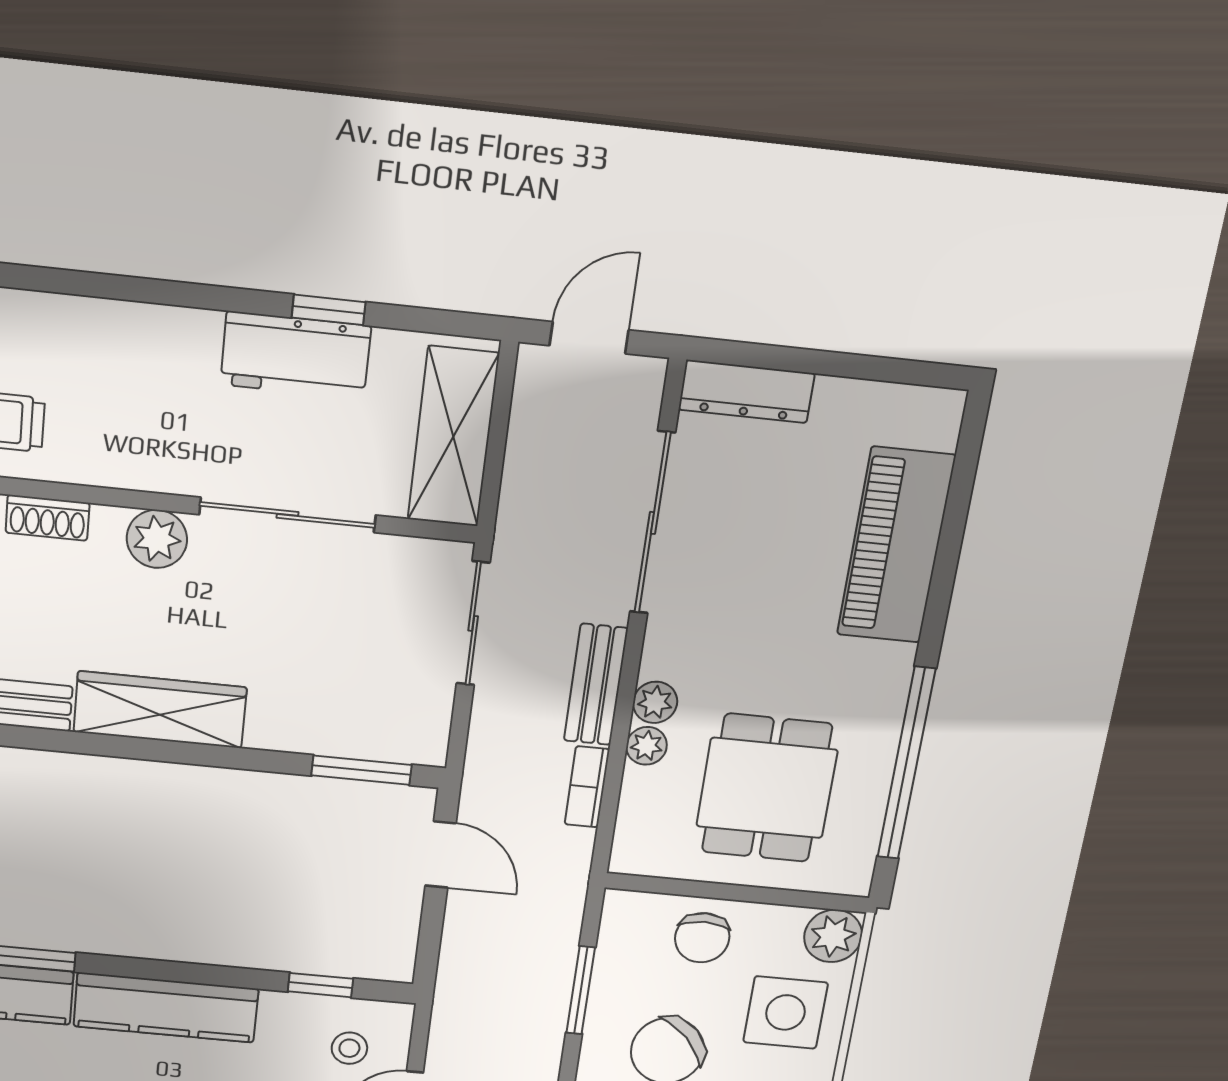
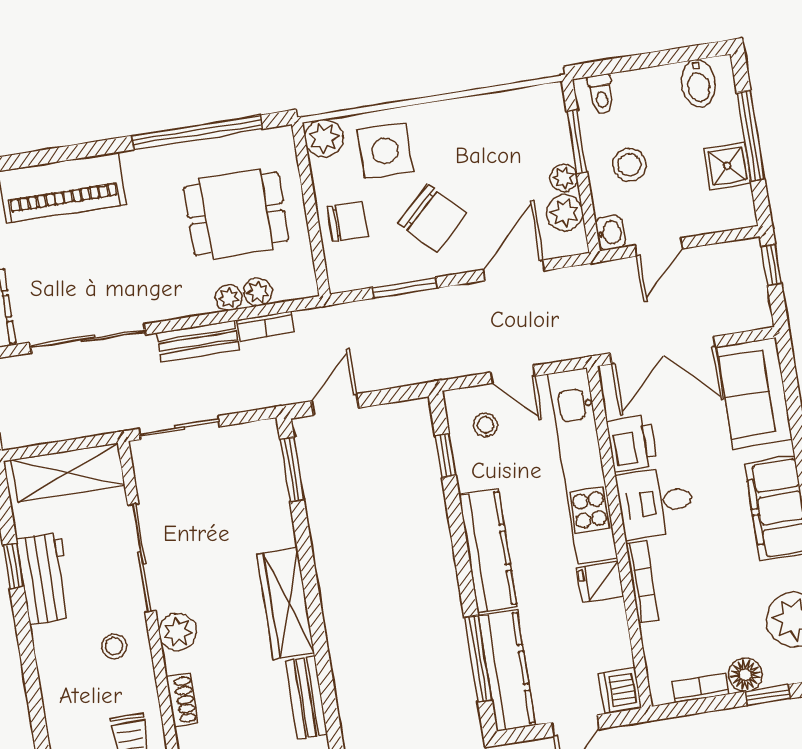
stool: (159, 435) -> (114, 646), added
plant: (655, 702) -> (258, 292), moved

